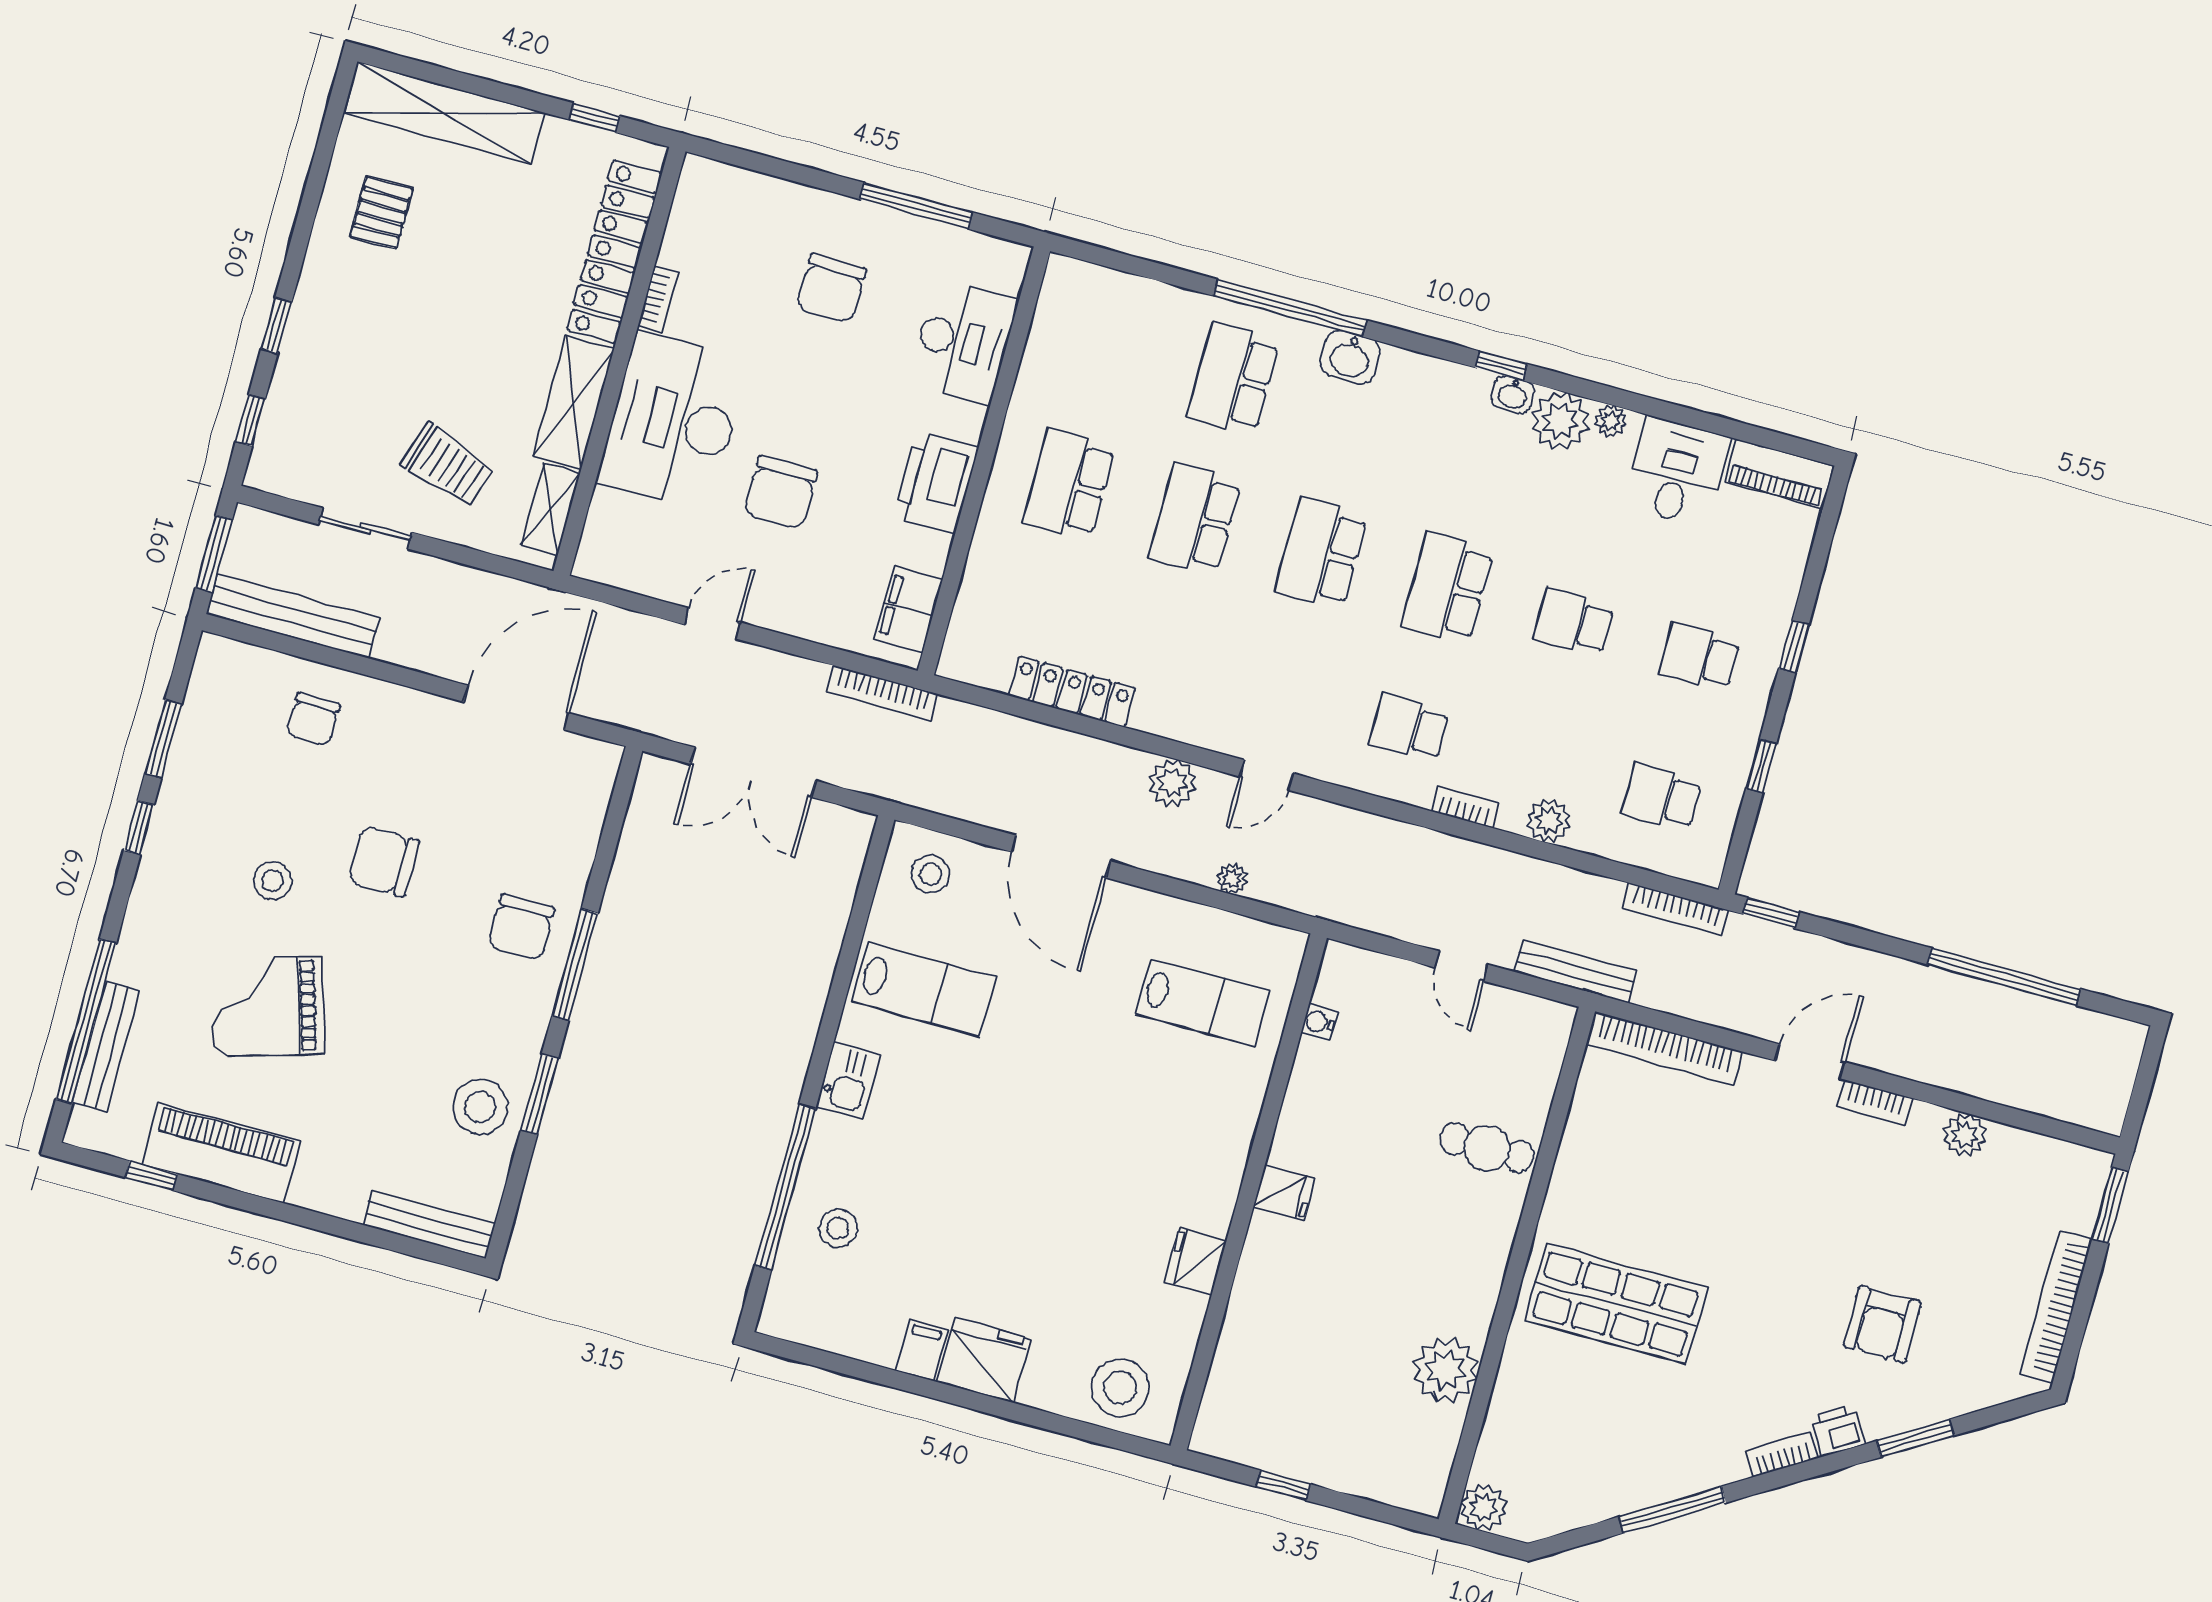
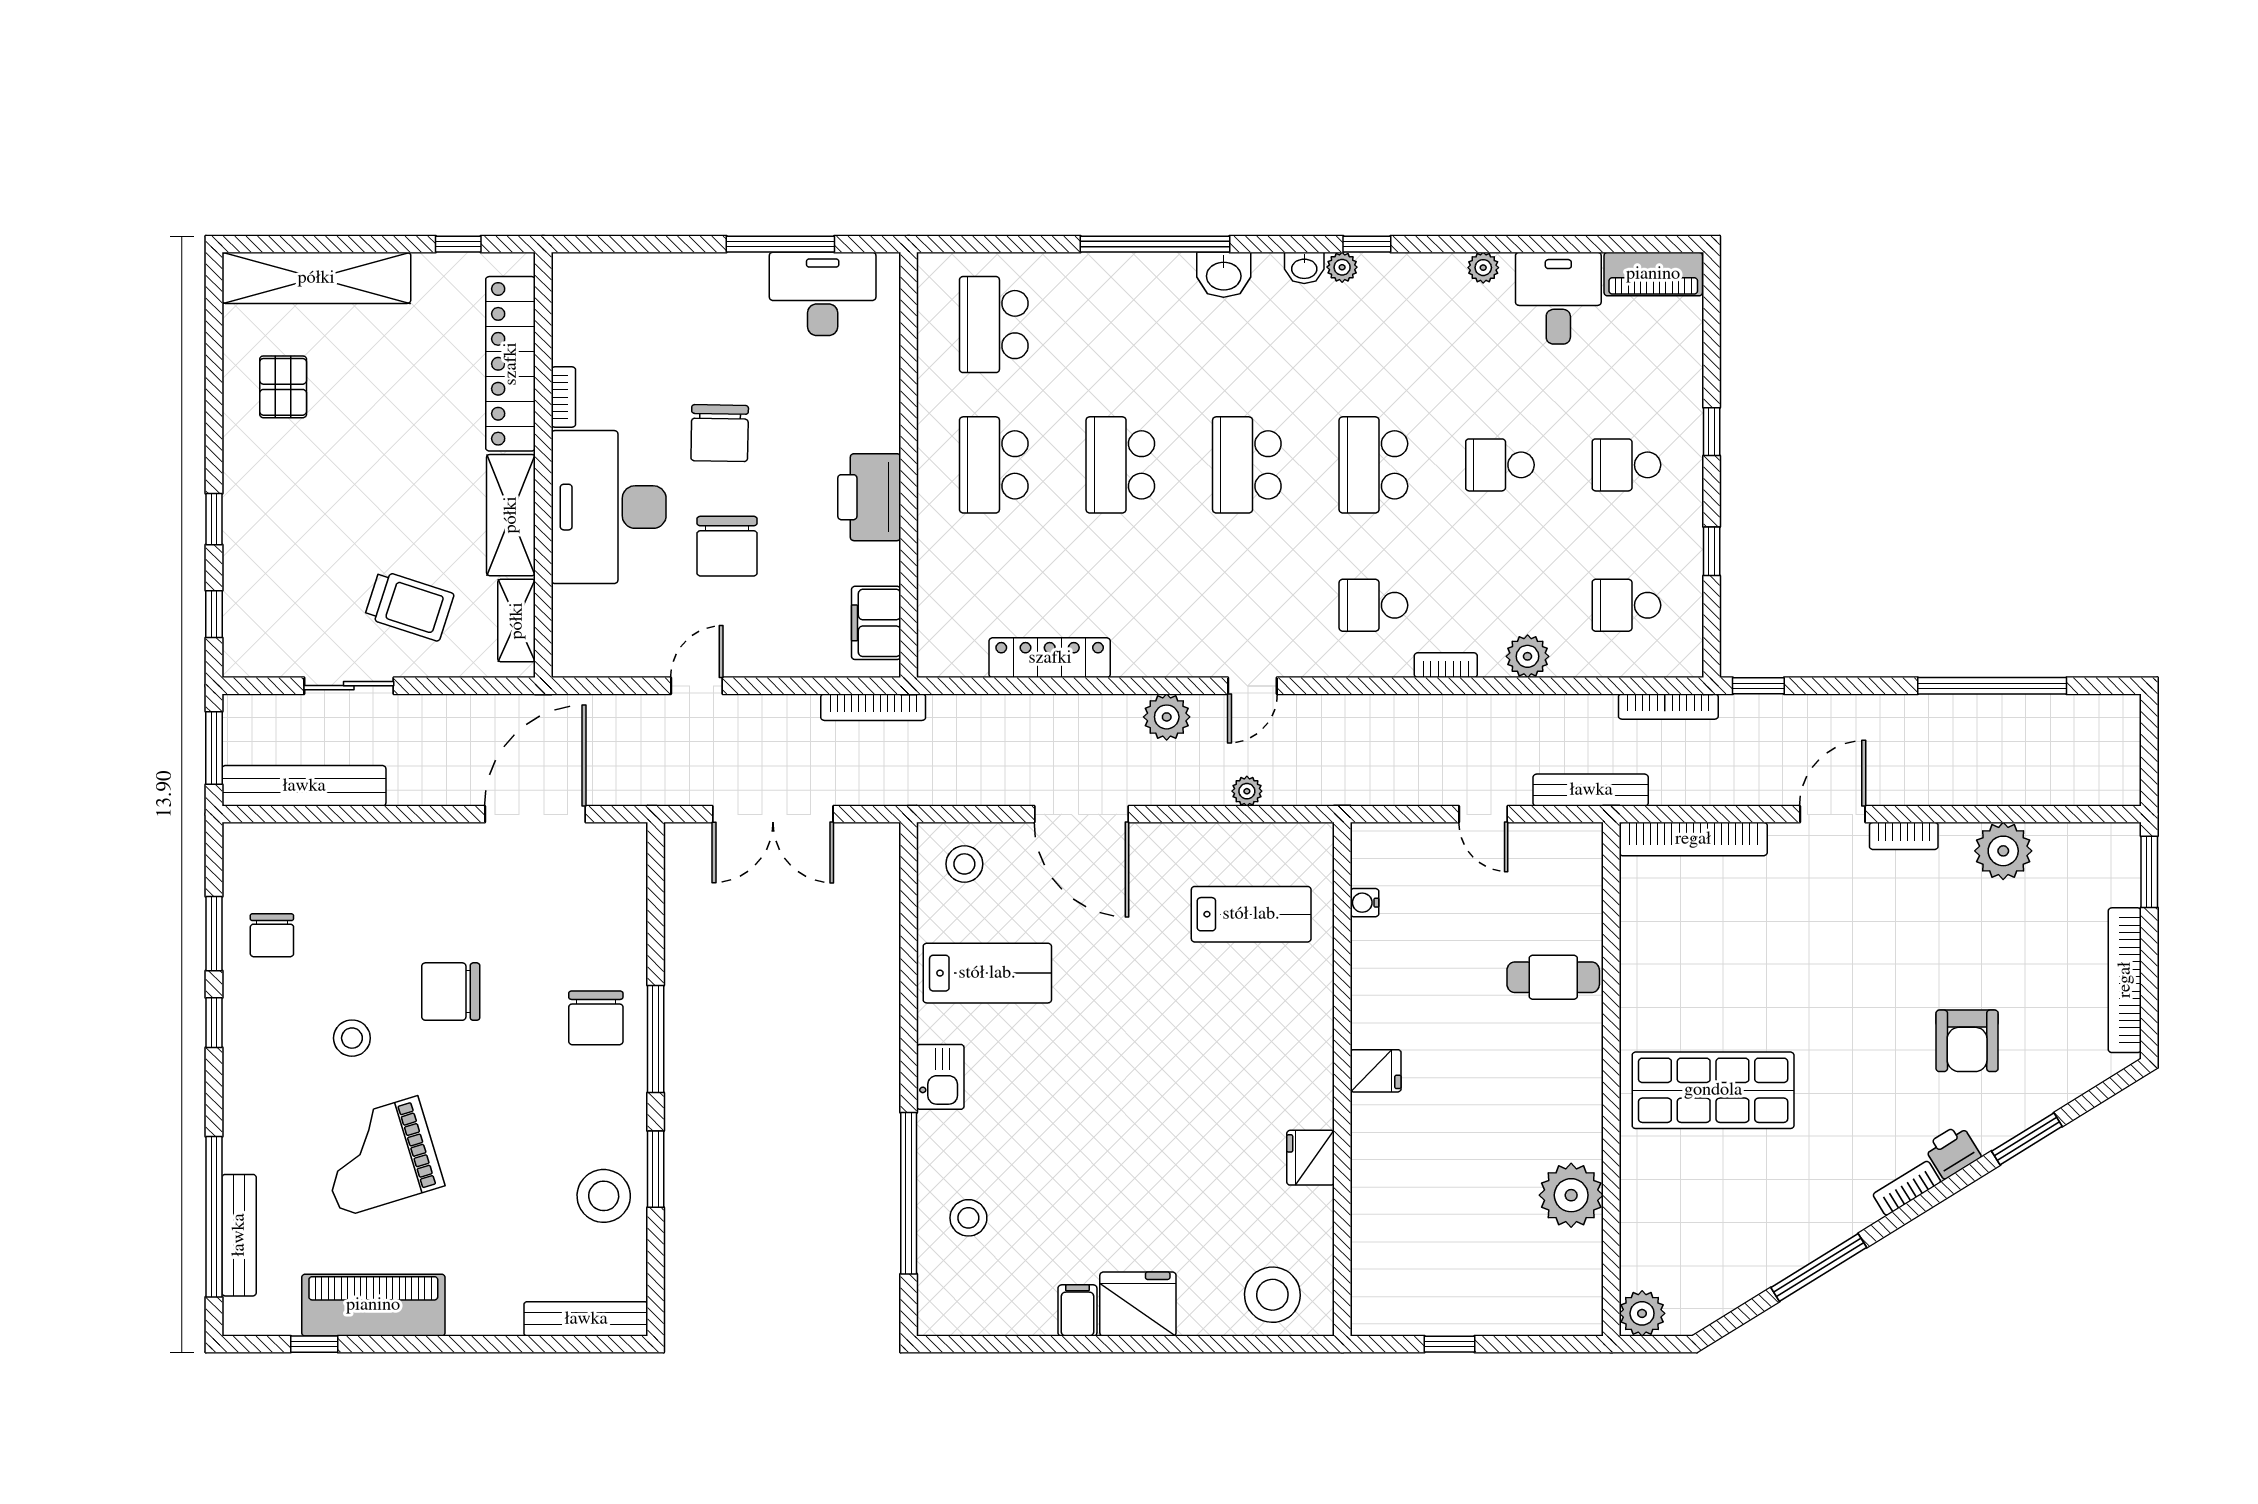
chair: (831, 288) -> (720, 433), moved
desk: (963, 342) -> (823, 294), moved, turned -90
school desk: (1233, 379) -> (994, 325), moved
washbasin: (1513, 394) -> (1304, 268), moved
plant: (1560, 421) -> (1342, 267), moved, width x0.53, depth x0.53
chair: (313, 719) -> (272, 935), moved
plant: (1965, 1135) -> (2003, 851), width x1.36, depth x1.36

